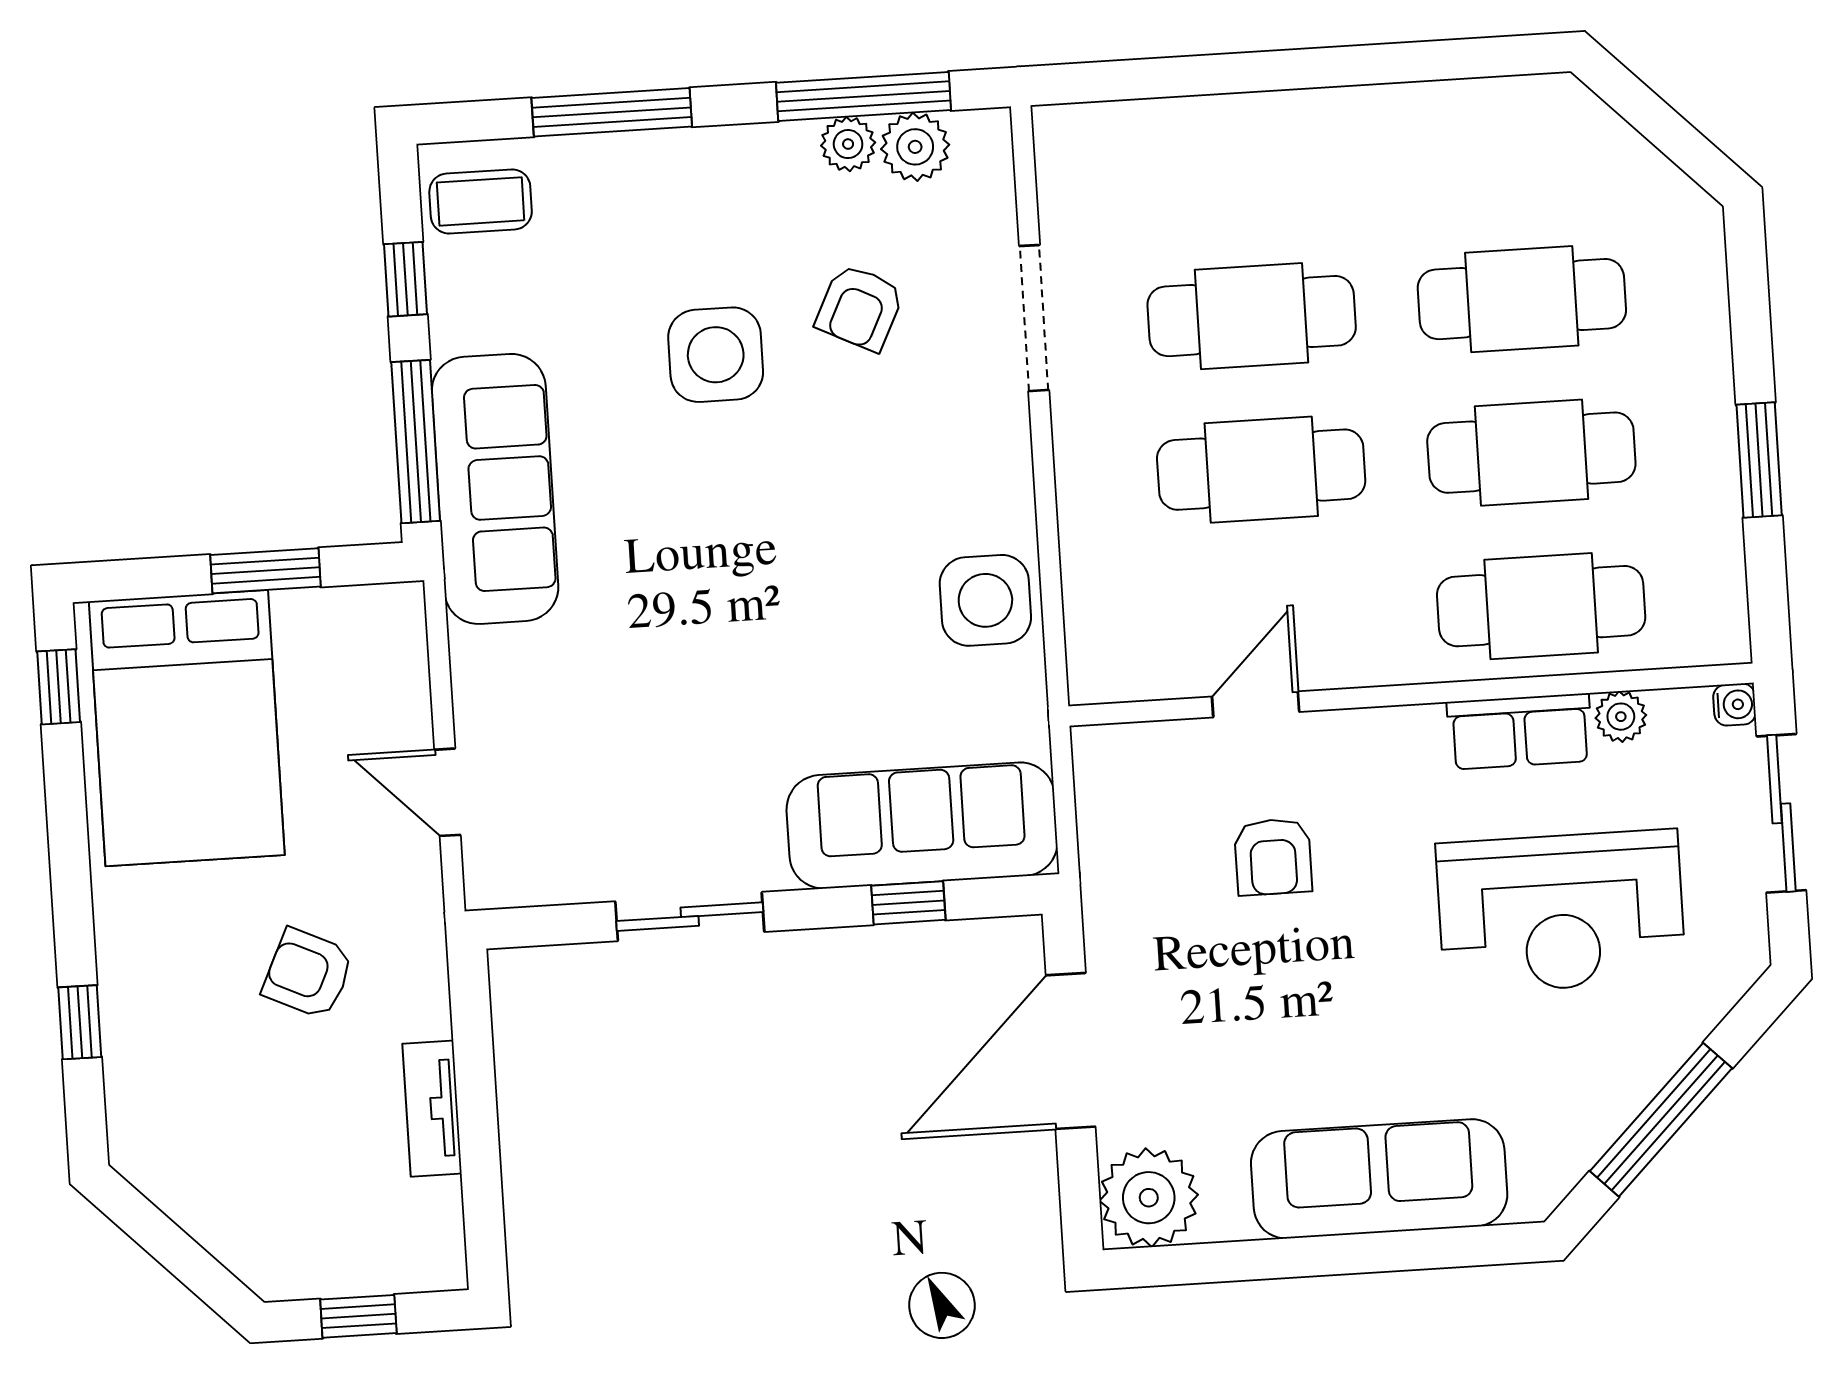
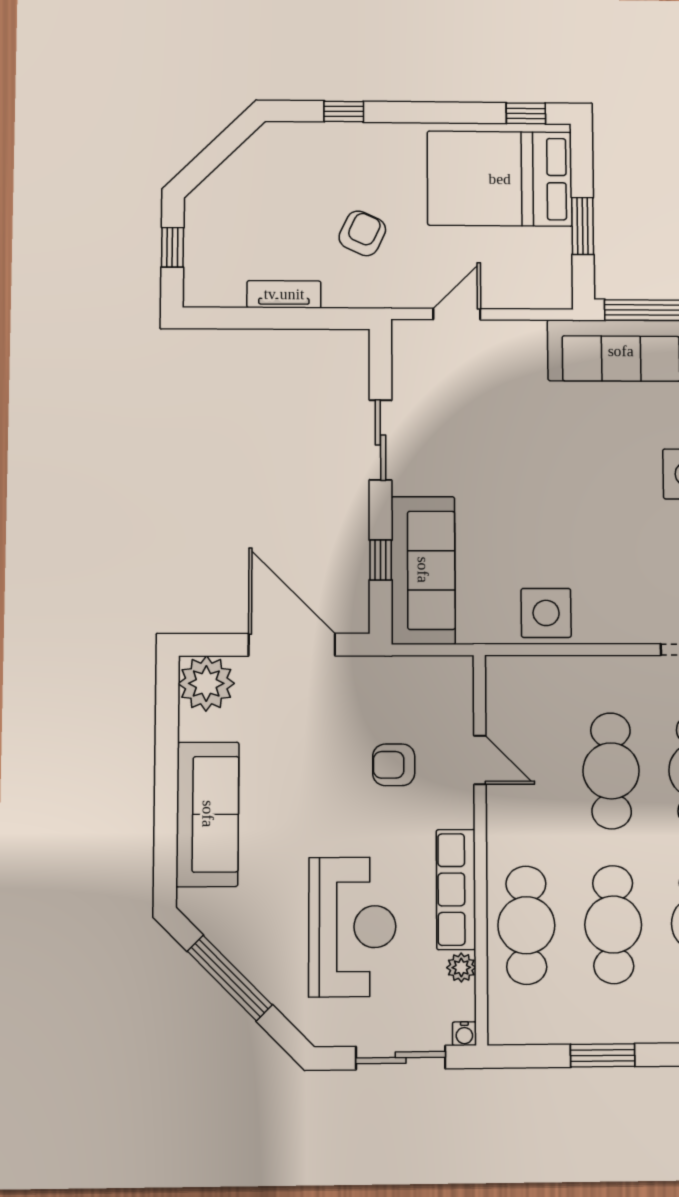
row of seats: (1520, 731) -> (456, 889), width x1.48
reception desk: (1561, 912) -> (352, 927), turned 180

